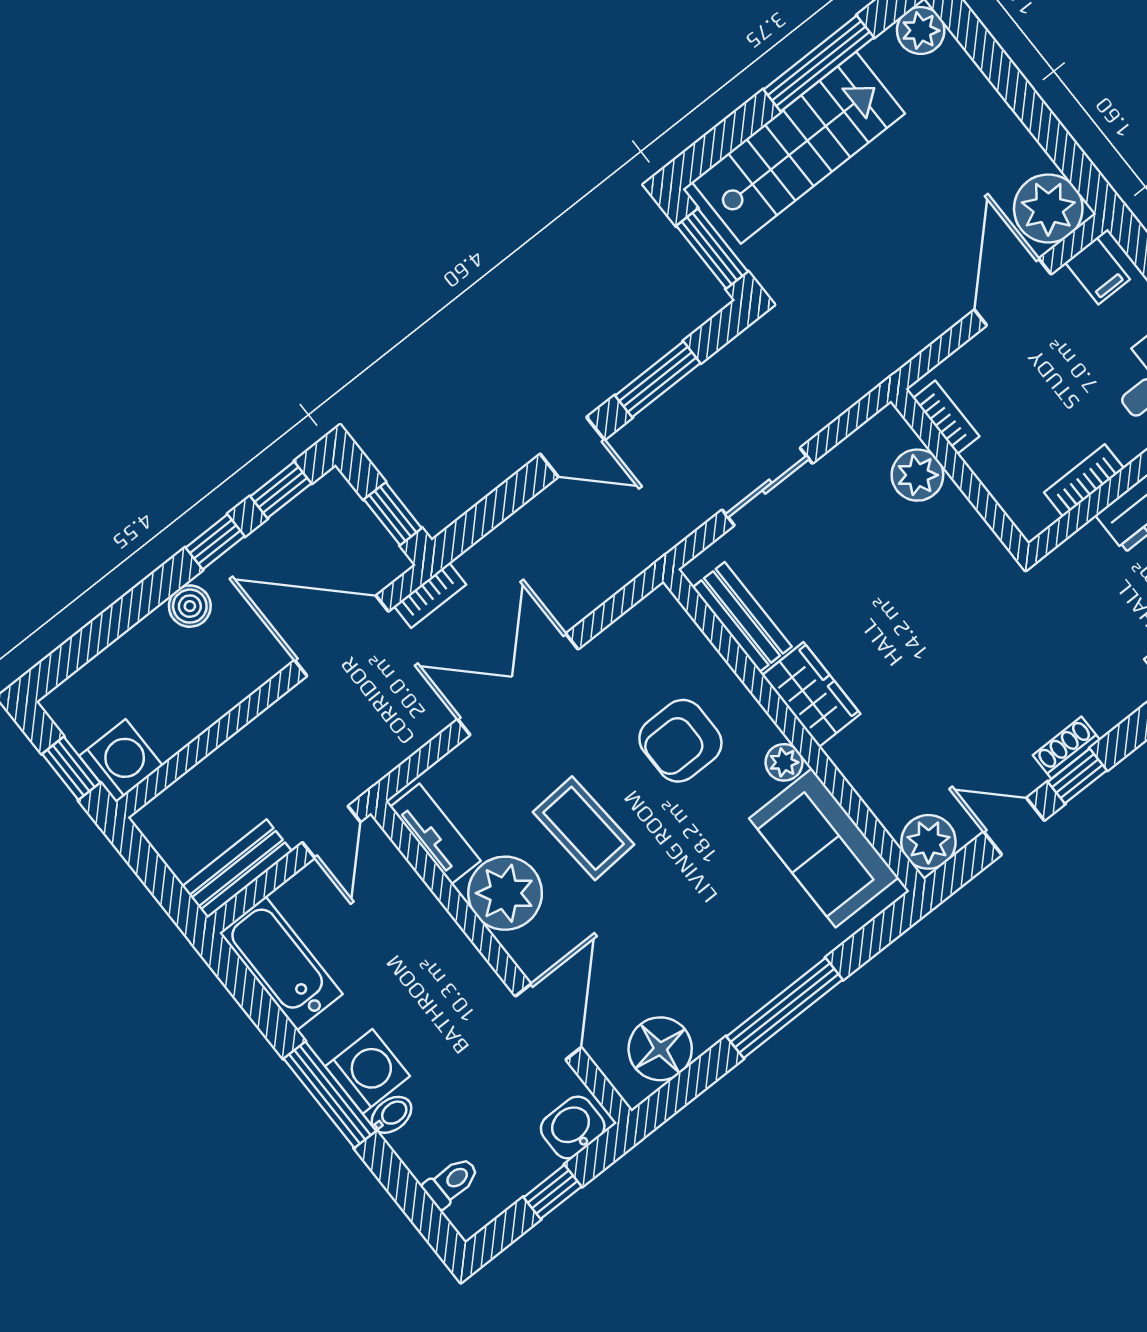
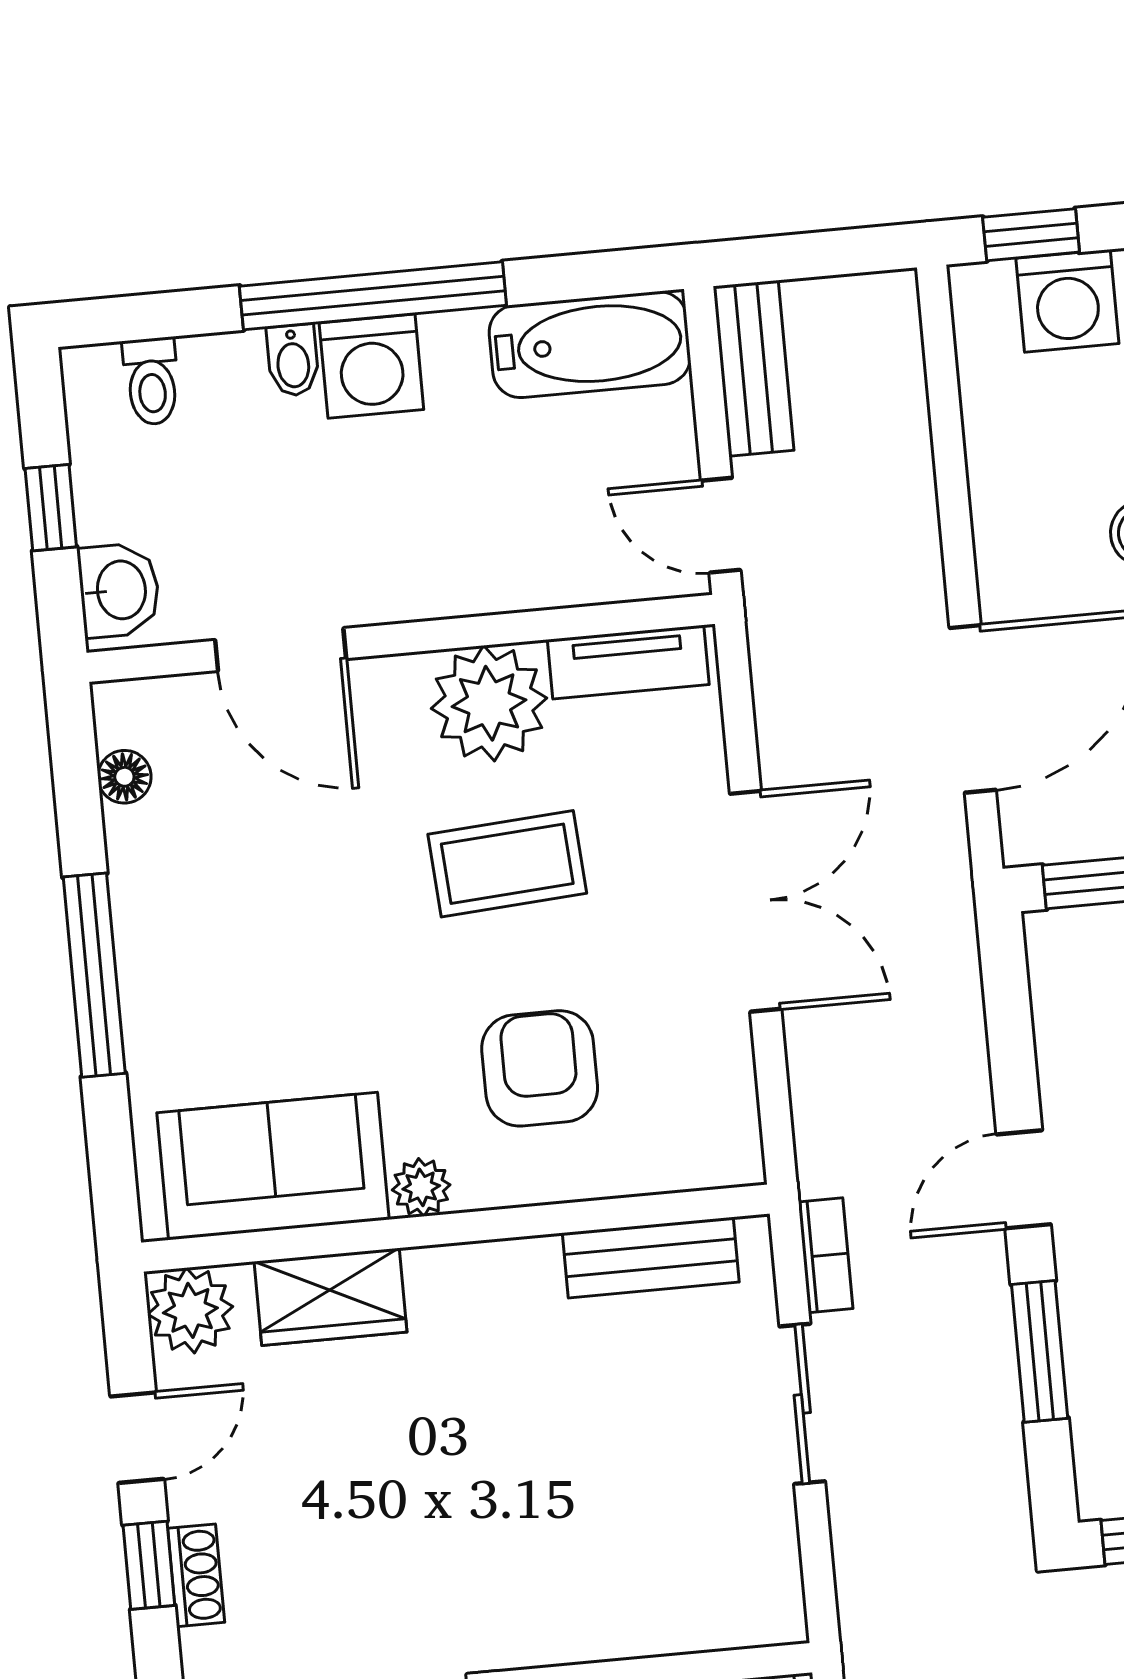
plant: (917, 475) -> (687, 1614), removed
bookcase: (430, 595) -> (826, 1255), moved, turned 180
wardrobe: (811, 694) -> (330, 1297), moved
washing machine: (121, 761) -> (1067, 301), moved
floor lamp: (660, 1049) -> (124, 777), width x0.53, depth x0.53
window: (330, 1095) -> (373, 296), width x1.46

